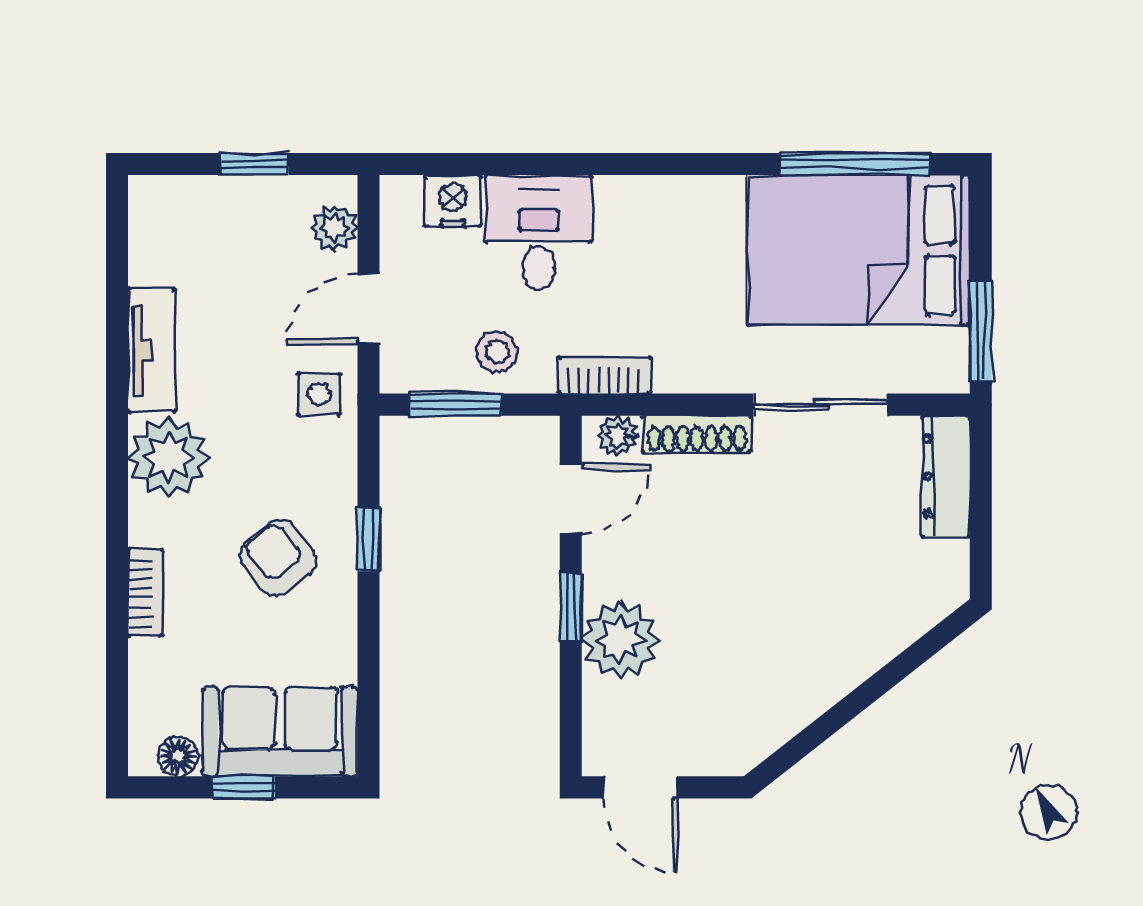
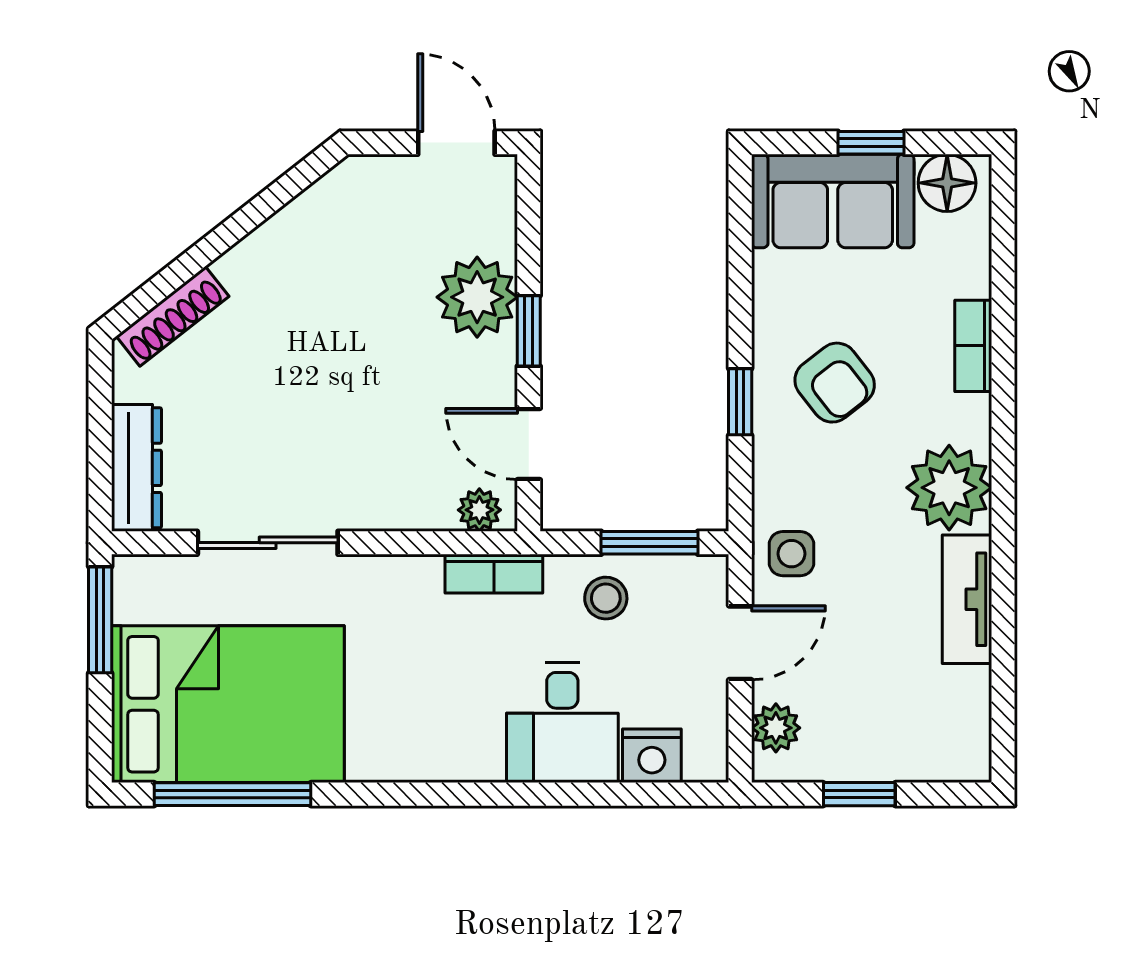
shoe rack: (697, 434) -> (173, 316), moved, turned 142
door: (571, 499) -> (529, 444), hinge flipped
floor lamp: (178, 756) -> (947, 183), width x1.37, depth x1.37

